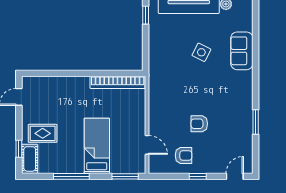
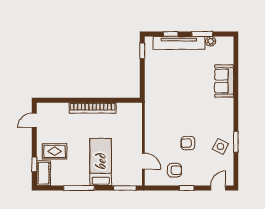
side table: (201, 52) -> (220, 146), moved
bookcase: (118, 82) -> (93, 108), moved

